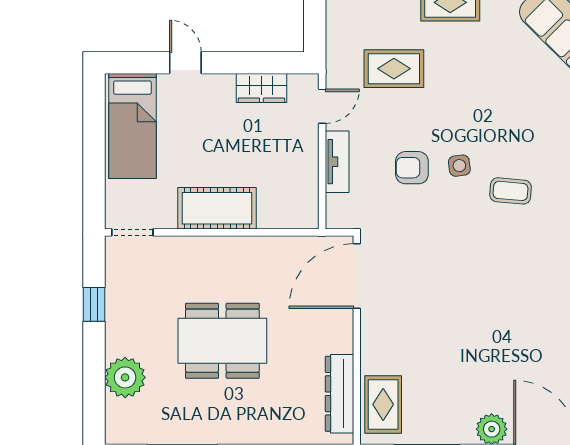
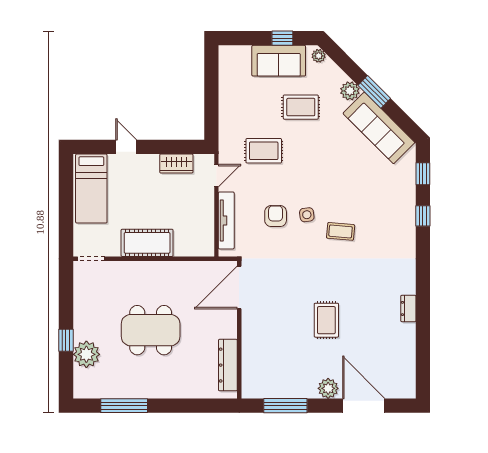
tv unit: (337, 162) -> (226, 220), width x1.41
armchair: (412, 168) -> (276, 216), turned 90
window: (94, 304) -> (66, 340), moved
rug: (383, 404) -> (326, 320), moved

